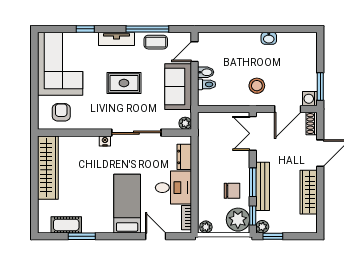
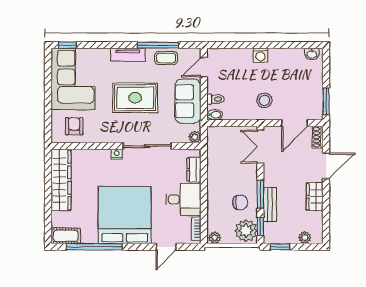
window: (85, 29) -> (67, 45), moved
washbasin: (269, 38) -> (312, 54), moved
bidet: (206, 72) -> (215, 115), moved
rug: (124, 83) -> (135, 98), width x1.36, depth x1.43
washing machine: (310, 99) -> (260, 55), moved, turned -90
bench: (263, 186) -> (270, 205), width x0.73
wardrobe: (309, 192) -> (315, 197), width x0.67
bed: (127, 204) -> (125, 215), width x2.04
cot: (66, 225) -> (66, 236), moved
plant: (262, 227) -> (305, 238), moved
window: (82, 236) -> (94, 247), width x2.11
door: (156, 236) -> (166, 247), swing flipped

